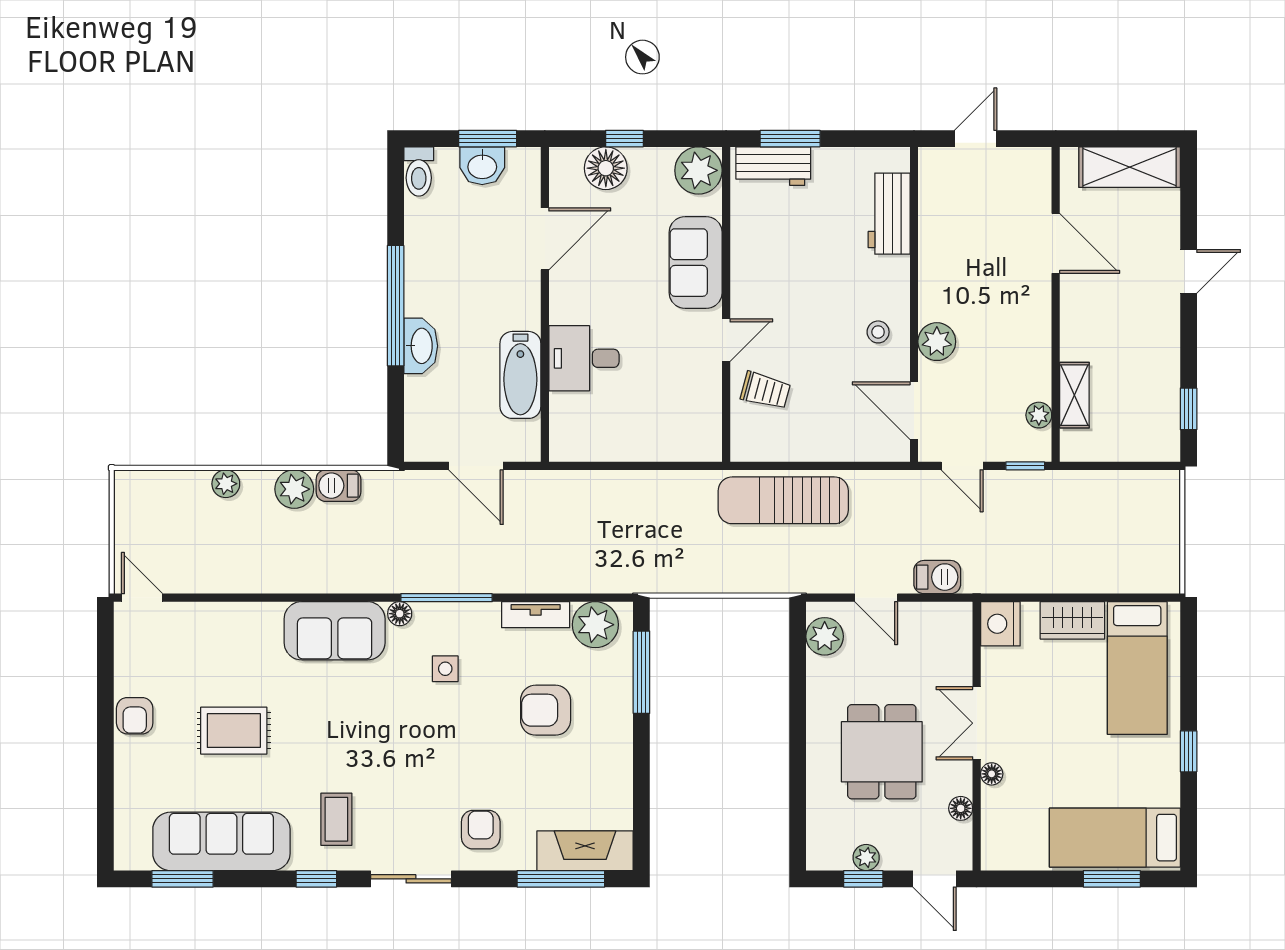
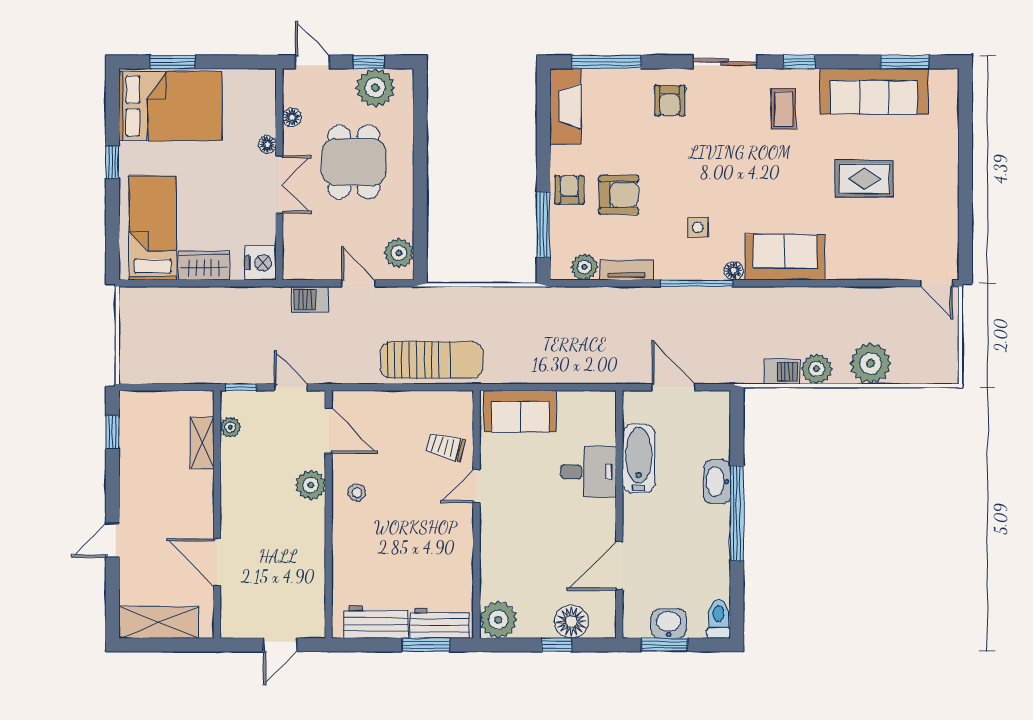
workbench: (889, 214) -> (376, 622), moved, turned -90
sofa: (696, 263) -> (520, 411), moved, turned 90
plant: (226, 484) -> (871, 363), width x1.87, depth x1.87
plant: (595, 625) -> (584, 267), width x0.73, depth x0.73
armchair: (135, 716) -> (569, 190), moved
bed: (1115, 838) -> (170, 106), width x1.50
fireplace: (585, 851) -> (565, 106), moved, turned -90
plant: (866, 857) -> (375, 88), width x1.88, depth x1.88

